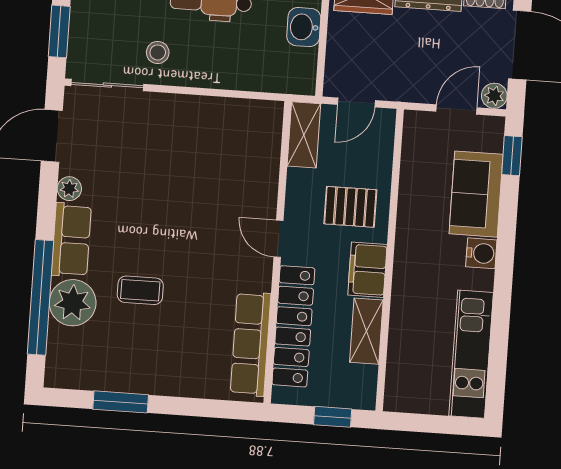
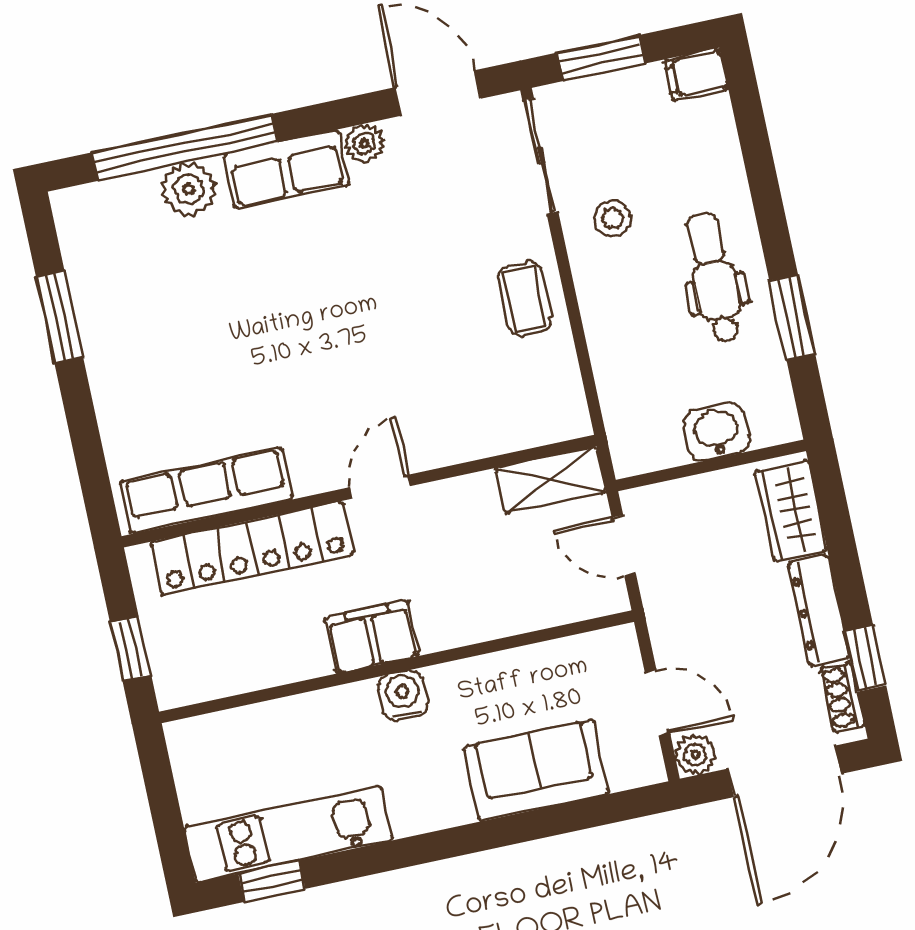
window: (512, 156) -> (272, 881), moved
pallet: (350, 207) -> (461, 583), removed
water cooler: (481, 253) -> (403, 695), moved, turned 180
coffee table: (140, 290) -> (525, 299), moved
plant: (73, 303) -> (189, 189), width x0.73, depth x0.73
shelving: (366, 331) -> (277, 663), removed

